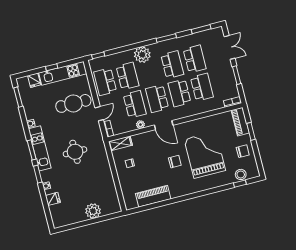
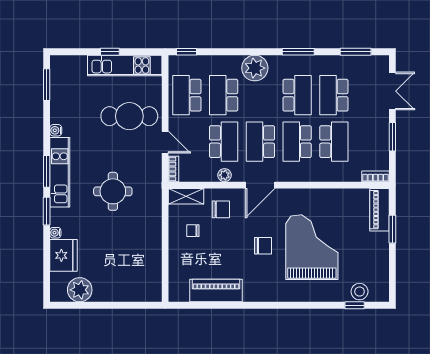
school desk: (195, 59) -> (334, 95), turned 180
school desk: (128, 76) -> (224, 95), turned 180
fridge: (34, 80) -> (78, 65), removed
door: (99, 114) -> (165, 142), hinge flipped
door: (164, 125) -> (260, 185), hinge flipped
chair: (243, 151) -> (221, 209), moved
fridge: (53, 199) -> (63, 255), width x1.88, depth x1.34
plant: (93, 211) -> (80, 290), moved

